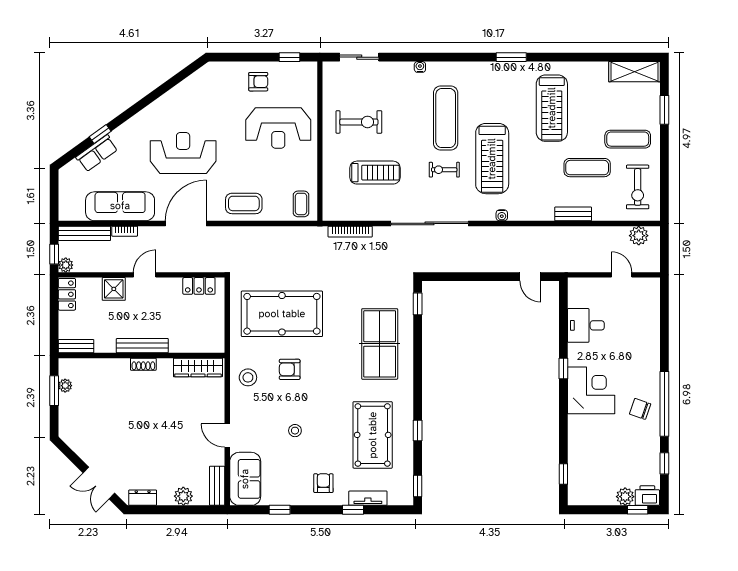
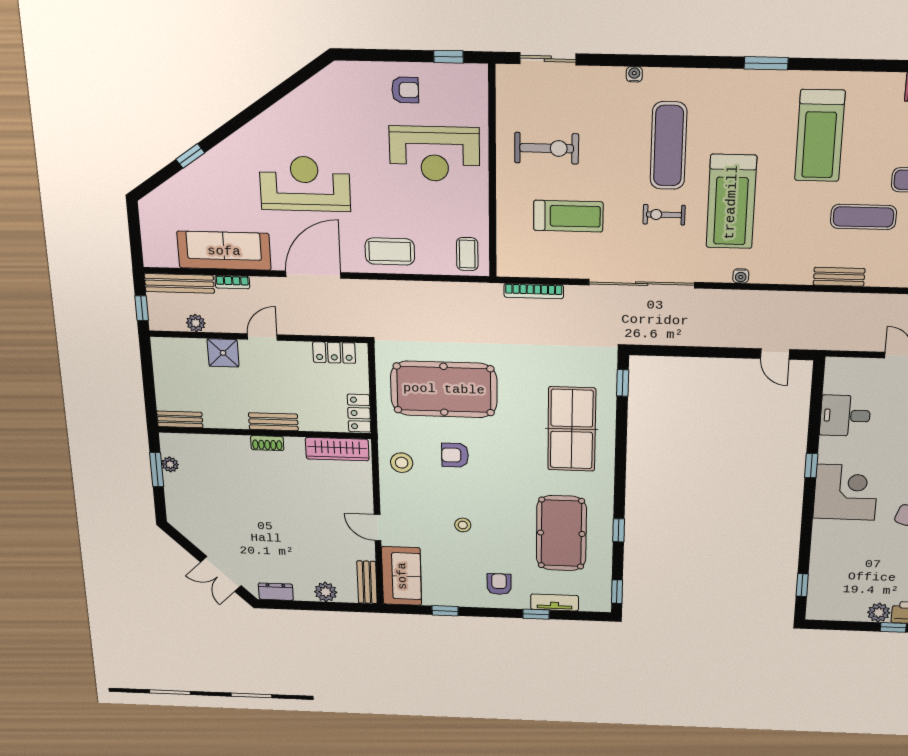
row of seats: (97, 153) -> (188, 181), removed
plant: (66, 265) -> (196, 323), moved
locker: (67, 294) -> (359, 413), moved, turned 180
bench: (142, 346) -> (273, 422), width x0.73

